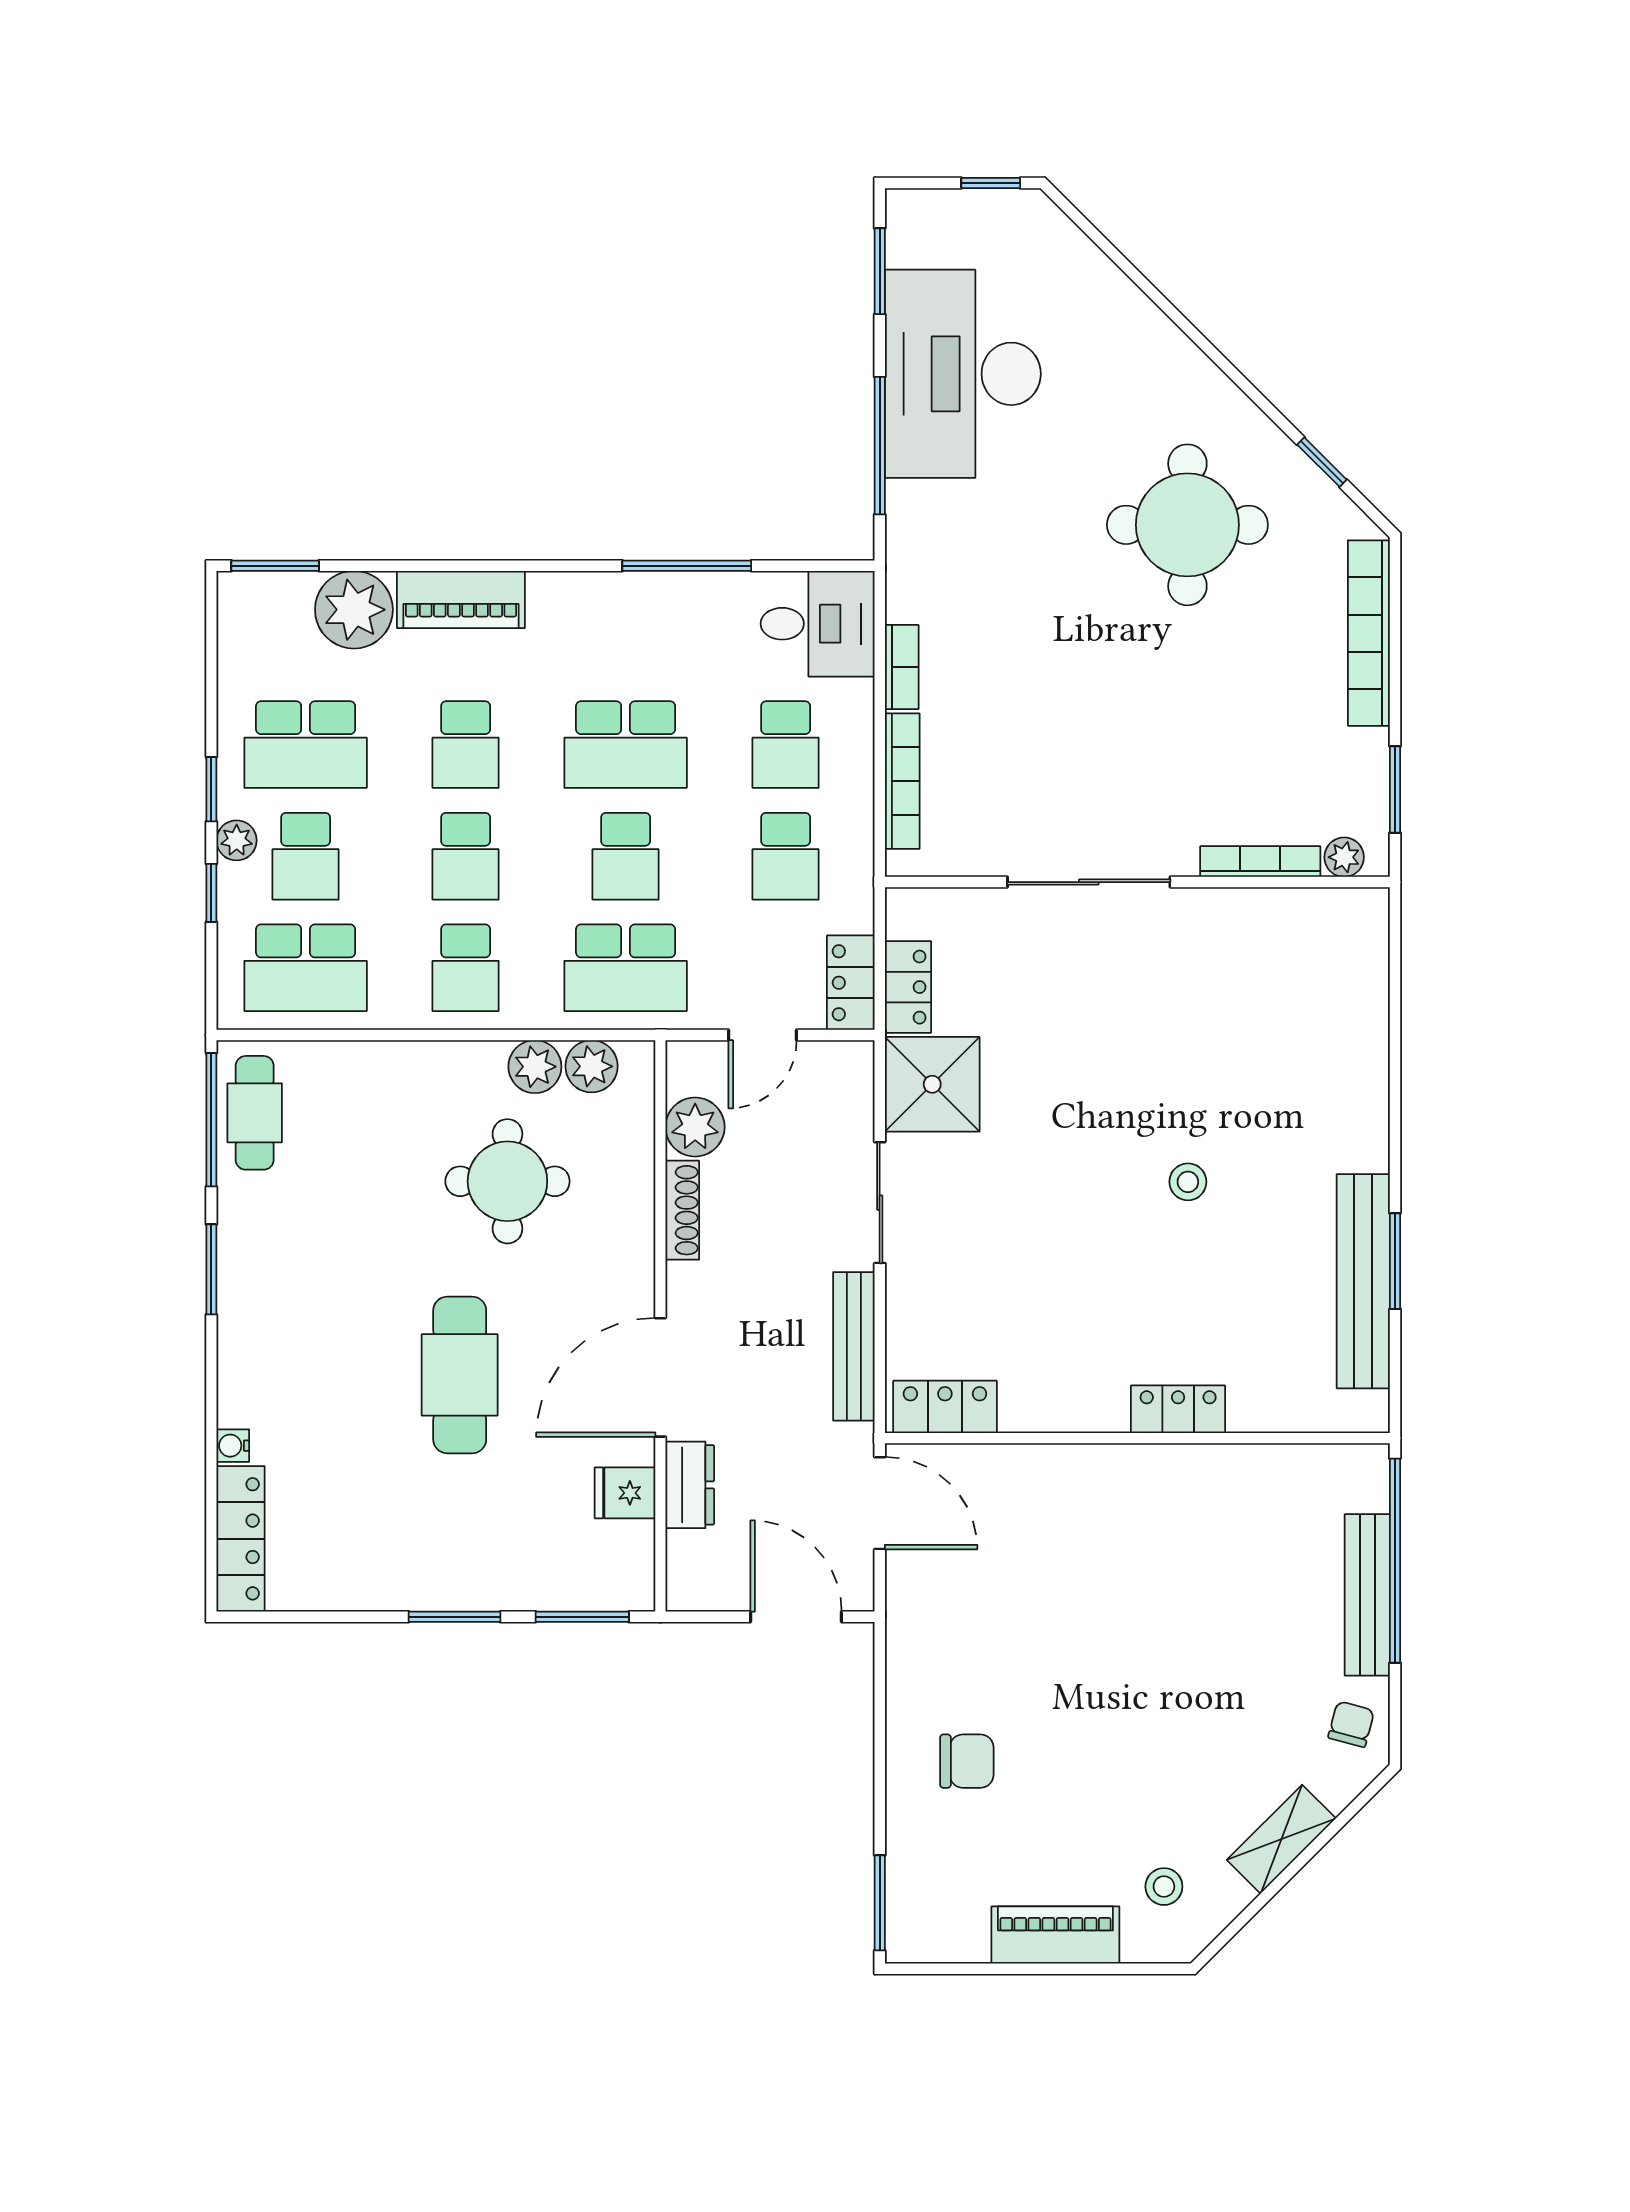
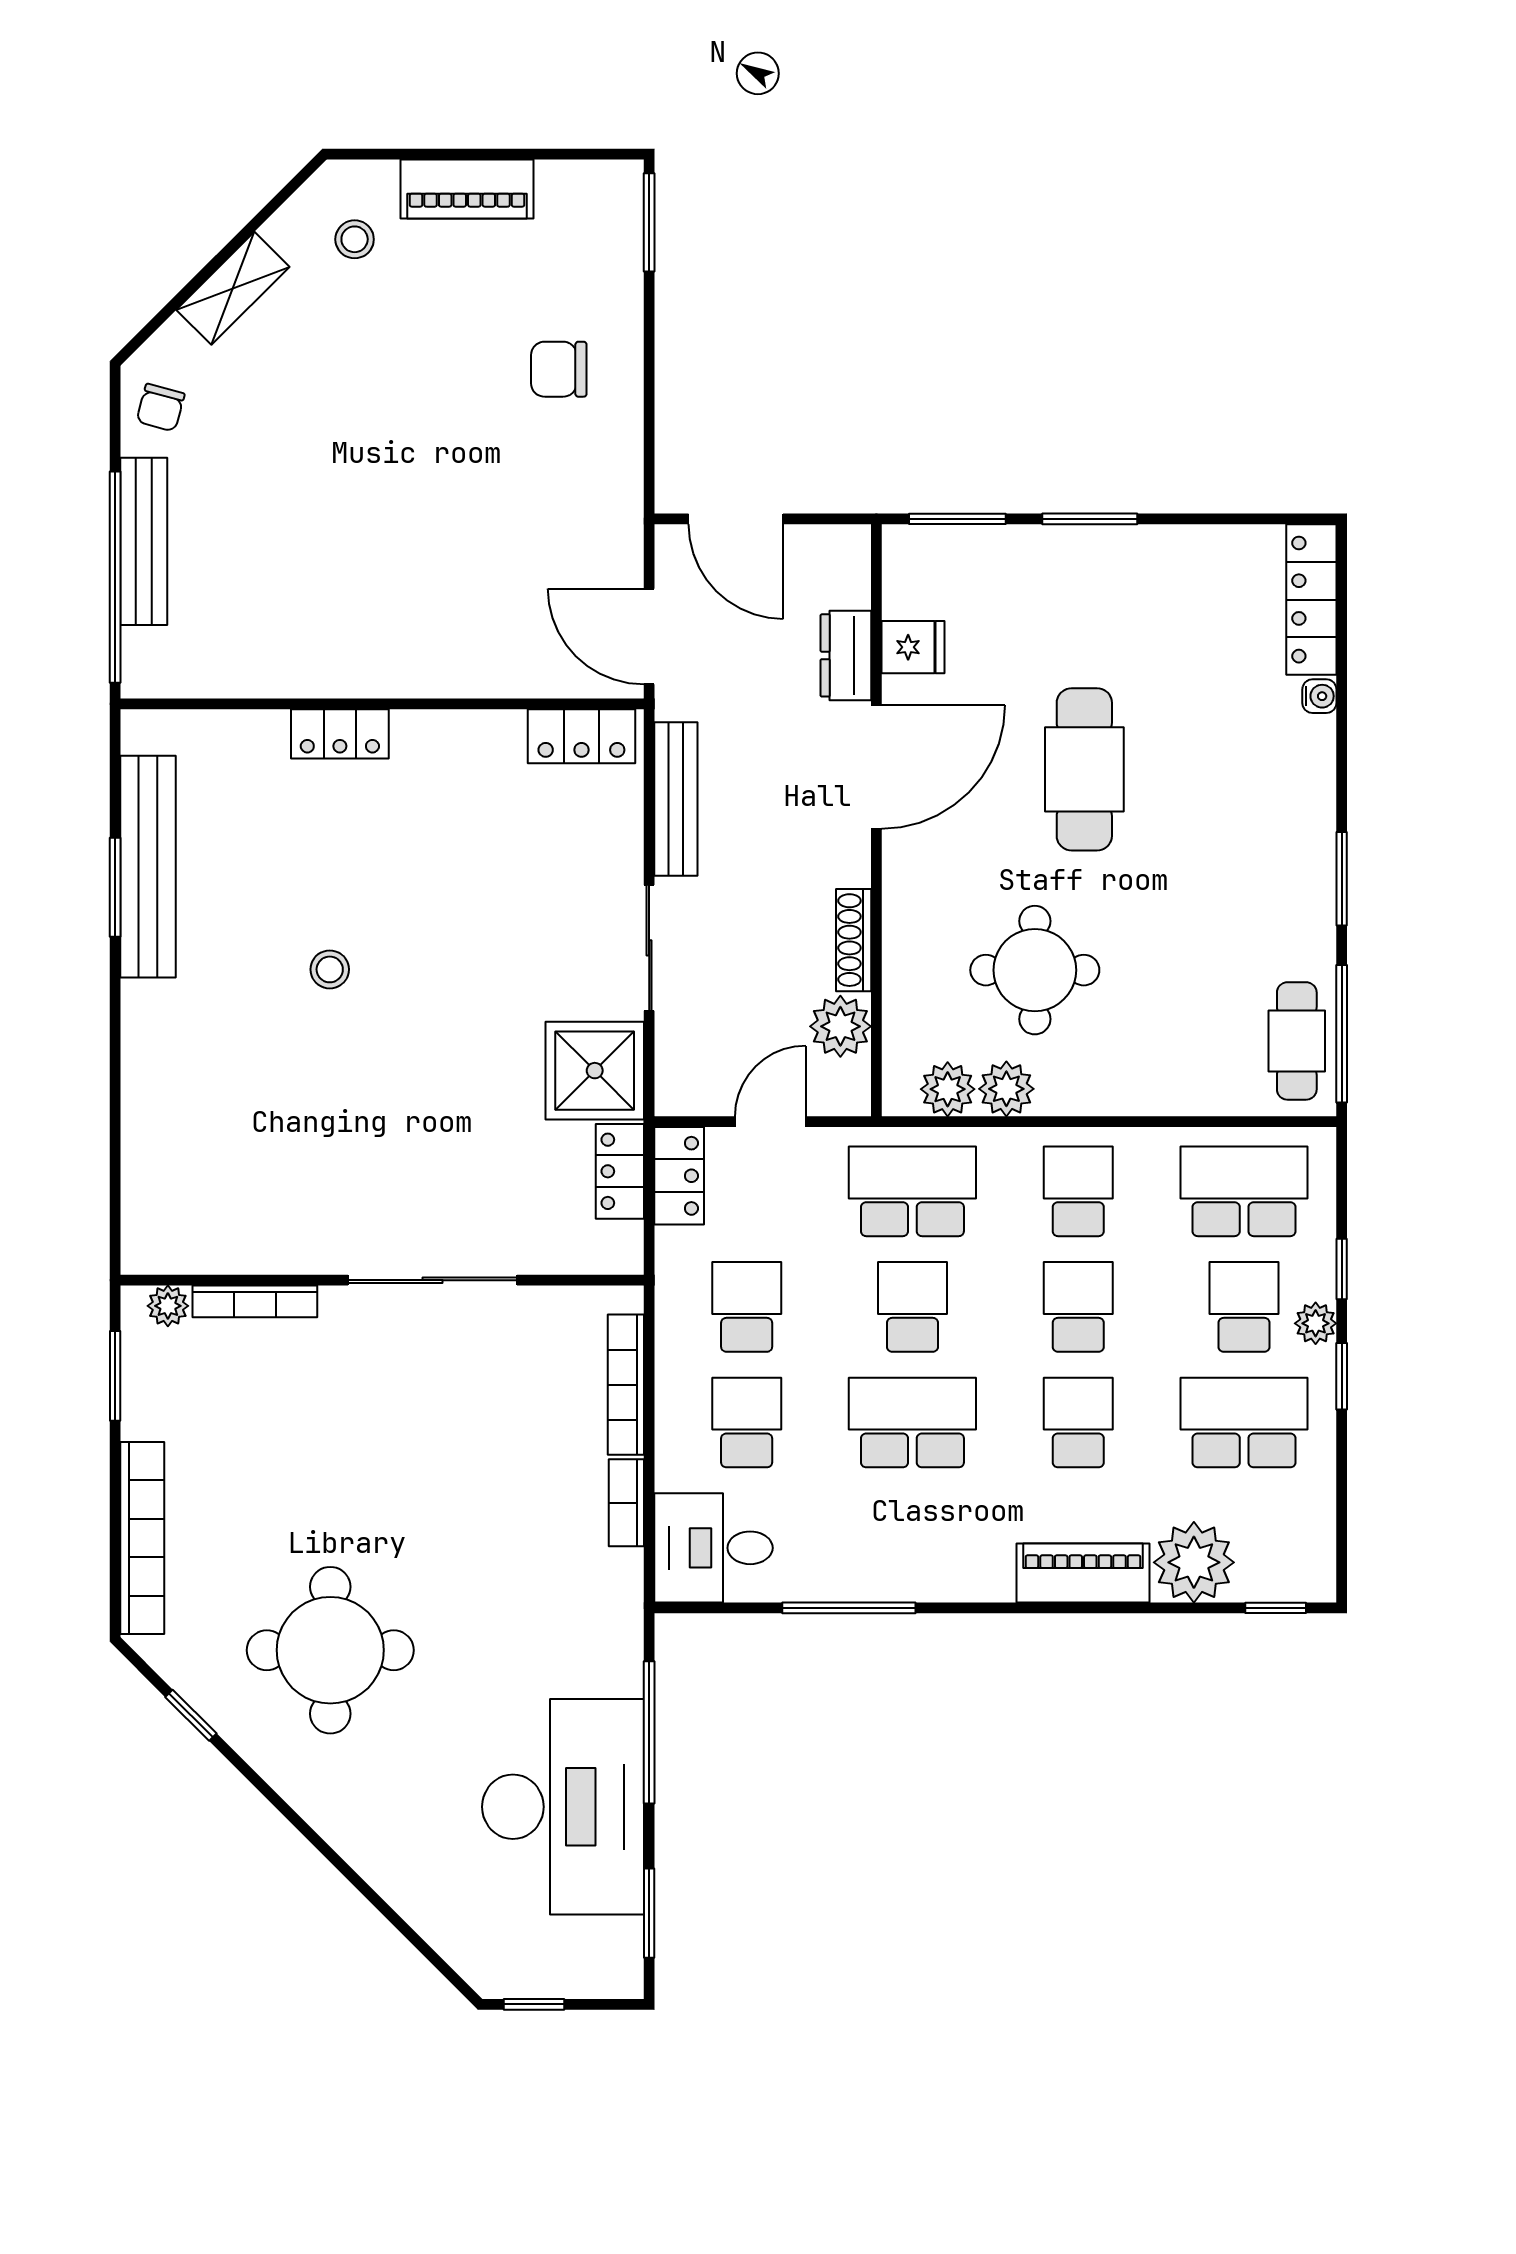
window: (275, 566) -> (1276, 1608), width x0.67

